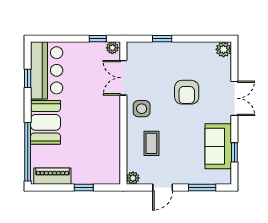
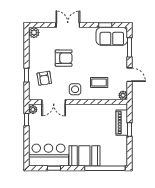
armchair: (157, 64) -> (44, 78), added
sofa: (218, 146) -> (112, 36), moved
piano: (52, 176) -> (122, 123), moved

